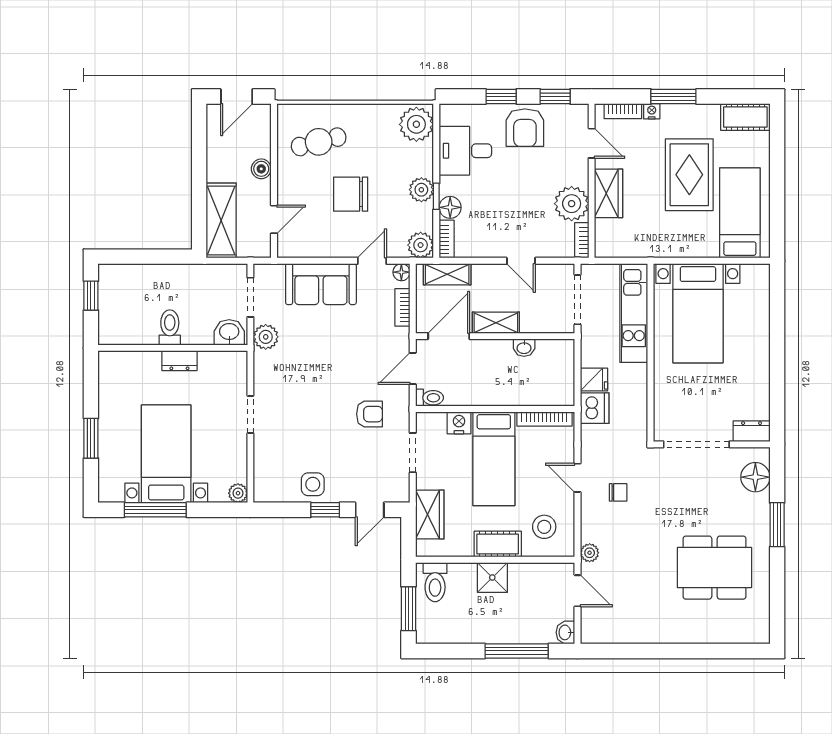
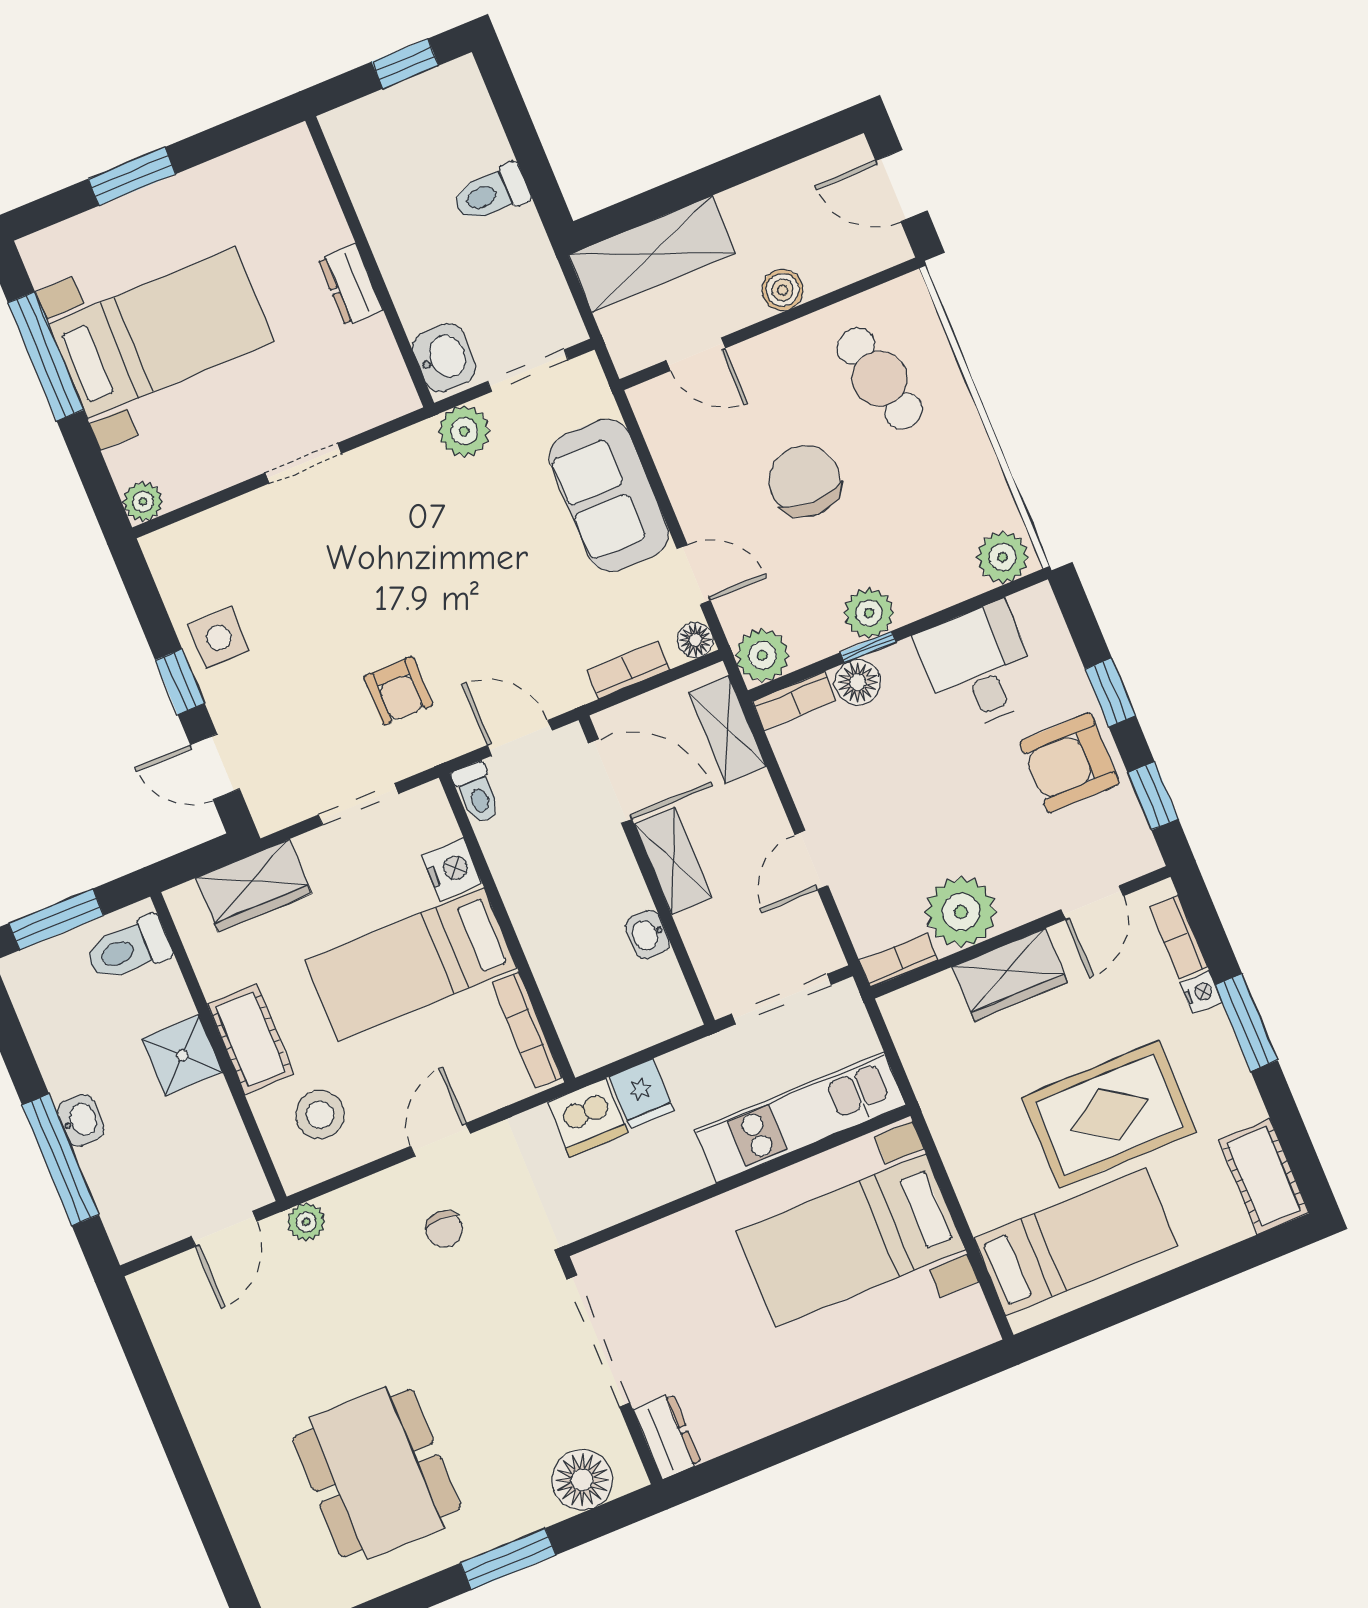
plant: (416, 124) -> (1003, 557), width x0.73, depth x0.73
toilet: (170, 327) -> (491, 194), moved, turned 180
washbasin: (565, 632) -> (81, 1120), moved, turned 90

